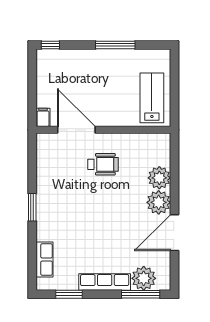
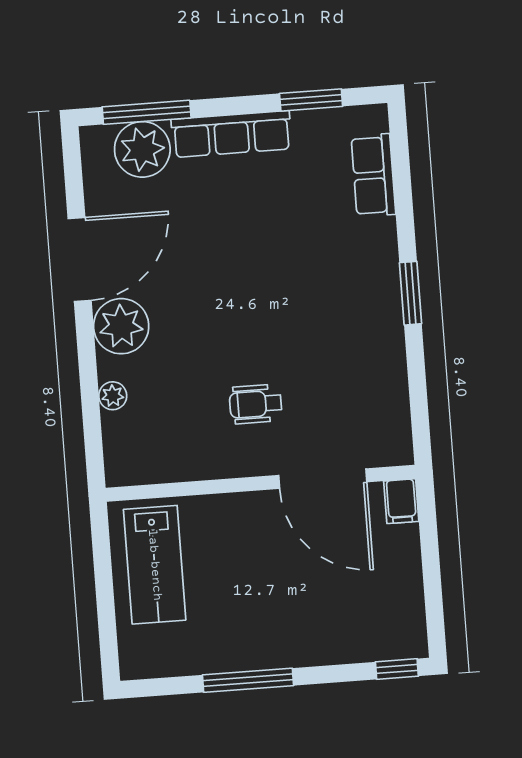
wheelchair: (103, 164) -> (255, 404), width x0.73, depth x0.73
plant: (159, 178) -> (113, 396), width x0.53, depth x0.53

